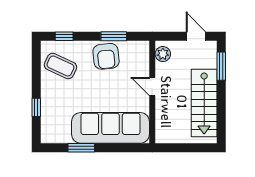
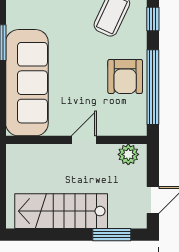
window: (114, 36) -> (153, 87), width x2.11
armchair: (106, 56) -> (125, 77), turned -84

